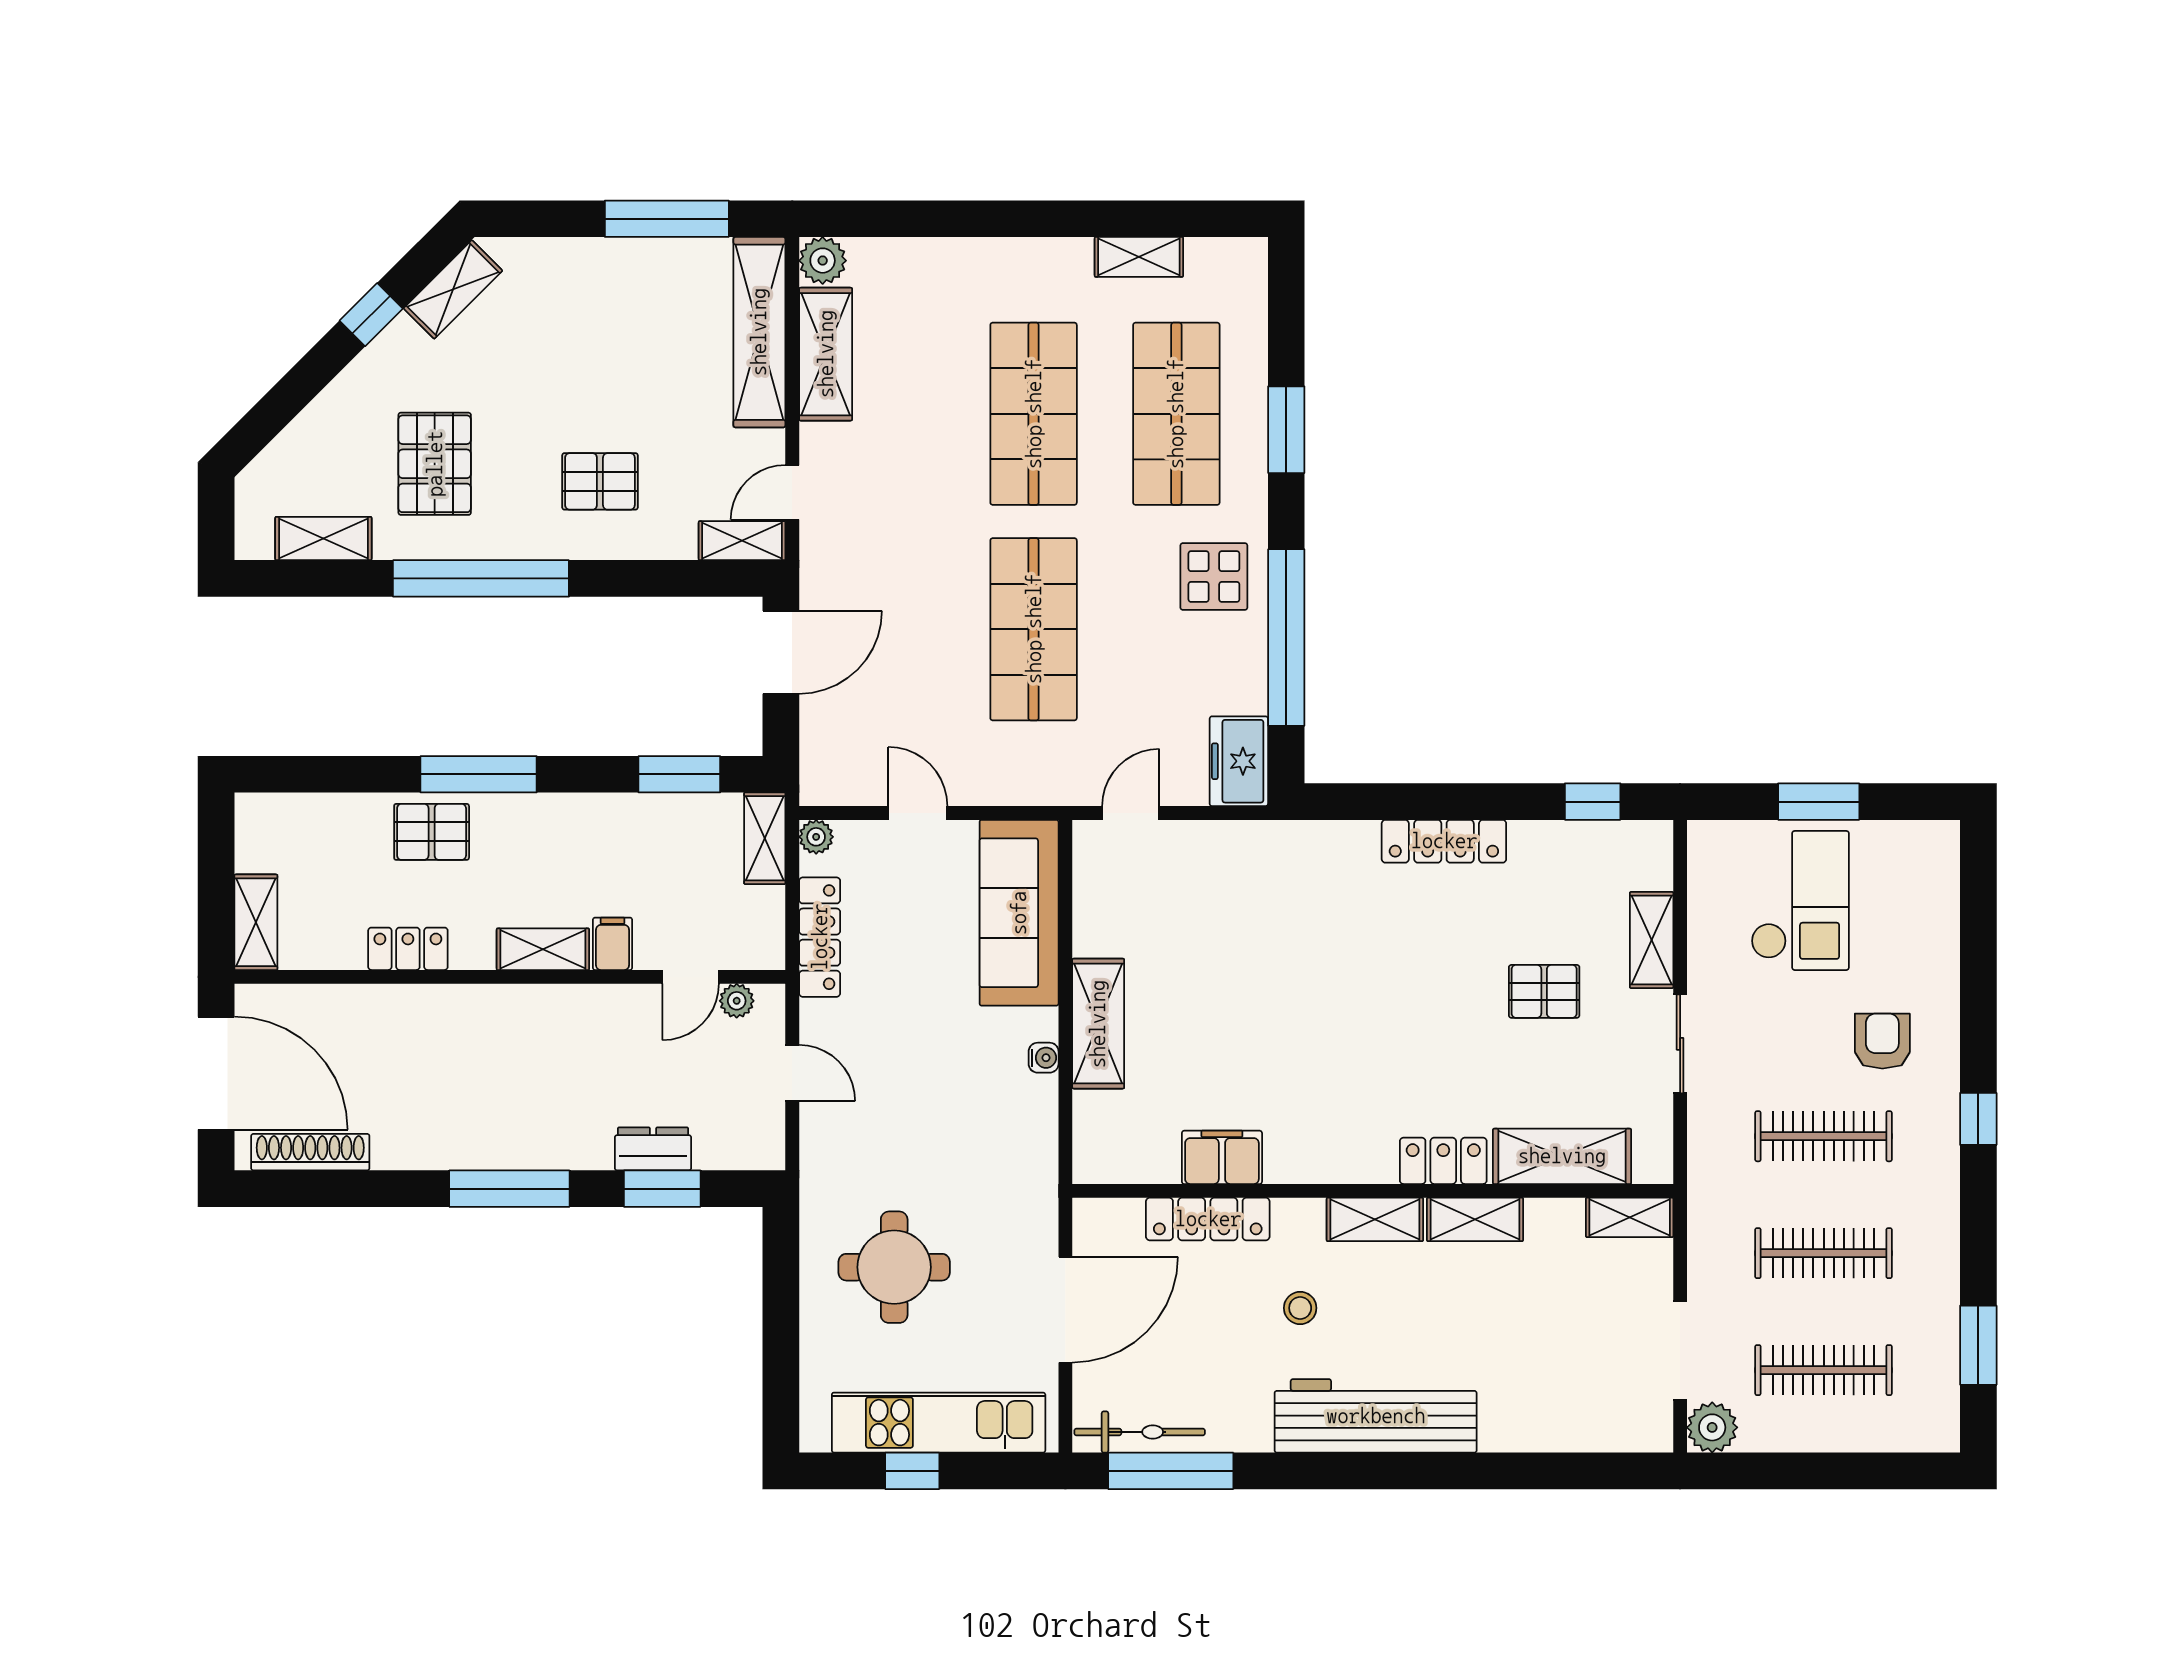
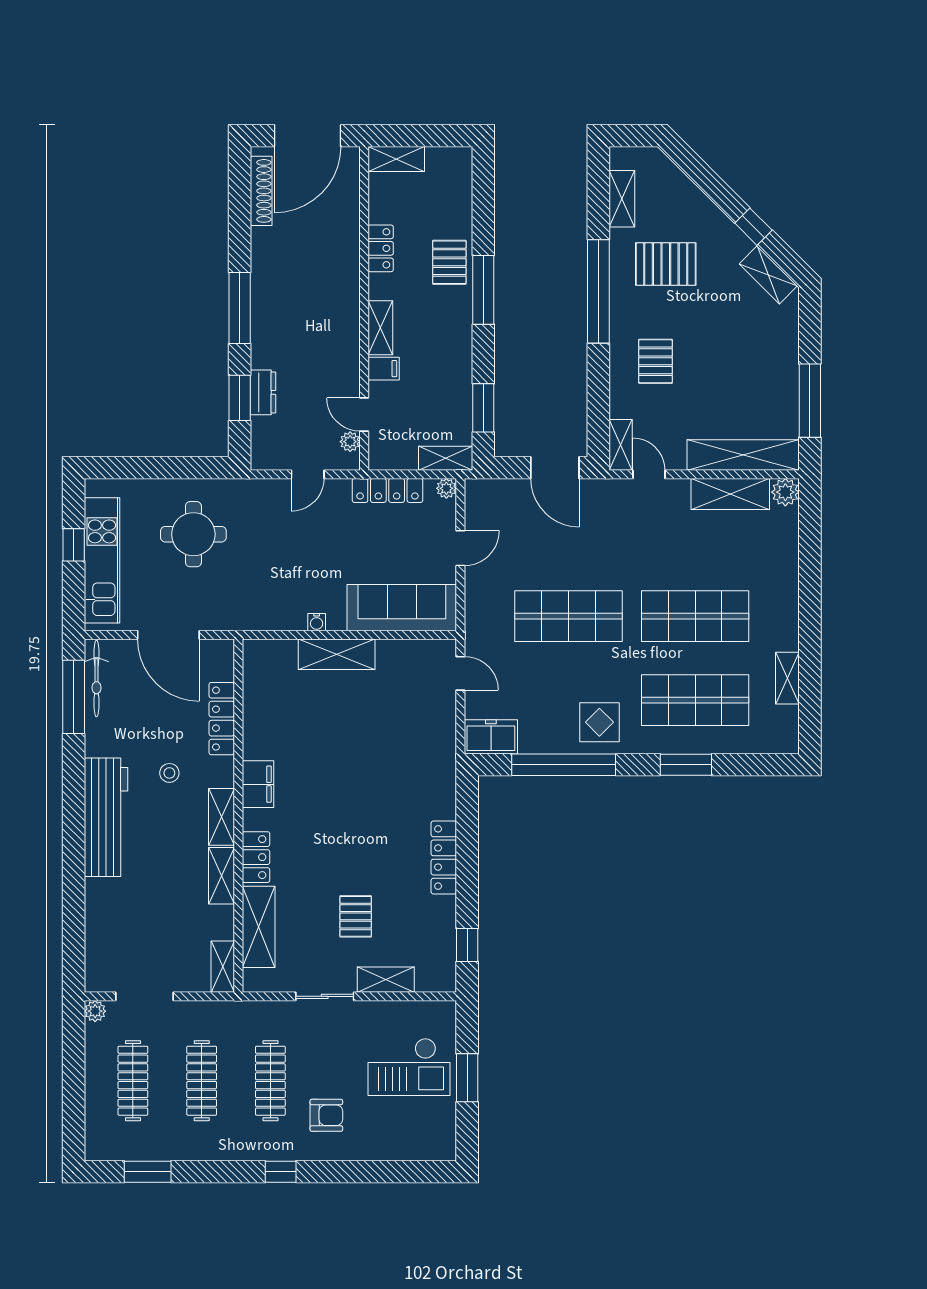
filing cabinet: (1222, 1157) -> (258, 784), moved
plant: (1712, 1427) -> (95, 1011), width x0.73, depth x0.73

